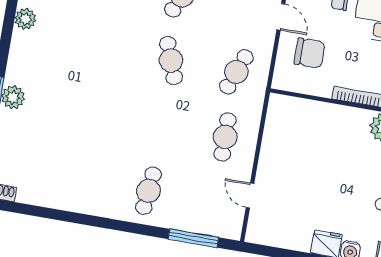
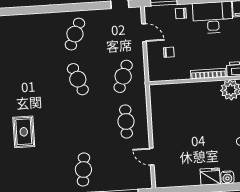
chair: (309, 53) -> (169, 52), width x0.54, depth x0.54
rug: (76, 117) -> (24, 132), added

